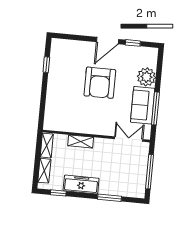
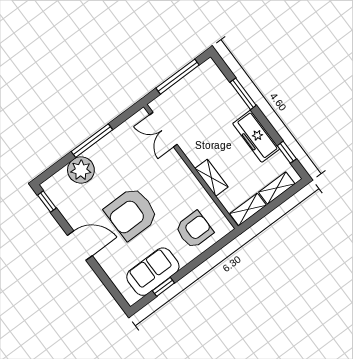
window: (133, 43) -> (47, 202), moved
armchair: (100, 83) -> (131, 213), turned 180
sofa: (143, 105) -> (153, 272), moved, turned 180
armchair: (62, 108) -> (194, 230), added
window: (155, 108) -> (92, 141), moved

